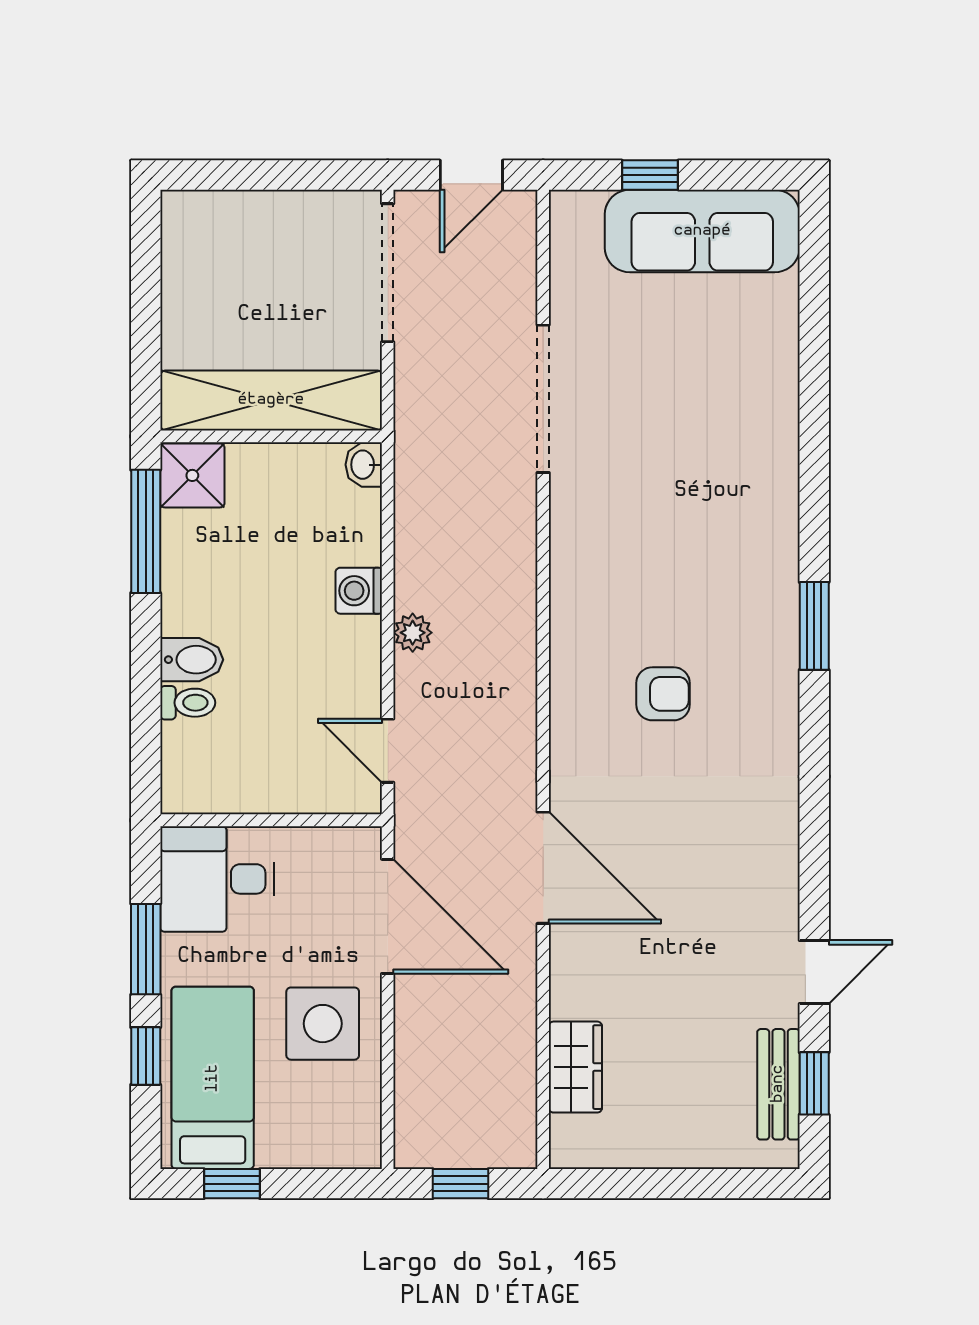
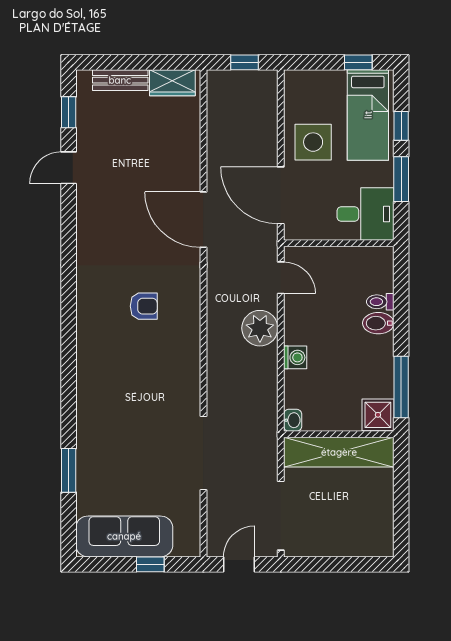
window: (814, 626) -> (69, 470), moved
plant: (413, 633) -> (260, 328), width x1.87, depth x1.87
armchair: (663, 694) -> (144, 306), turned 180
wardrobe: (575, 1067) -> (172, 83), moved, turned -90
bench: (778, 1084) -> (120, 80), moved, turned 90

